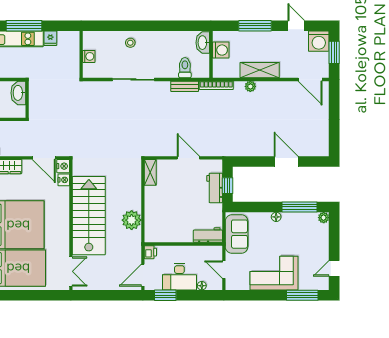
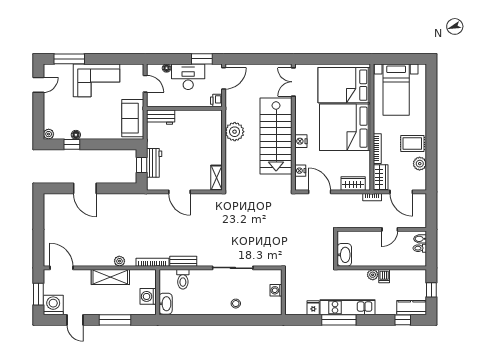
nightstand: (63, 166) -> (301, 141), moved
window: (300, 207) -> (72, 144), width x0.46
floor lamp: (276, 217) -> (76, 135), moved

